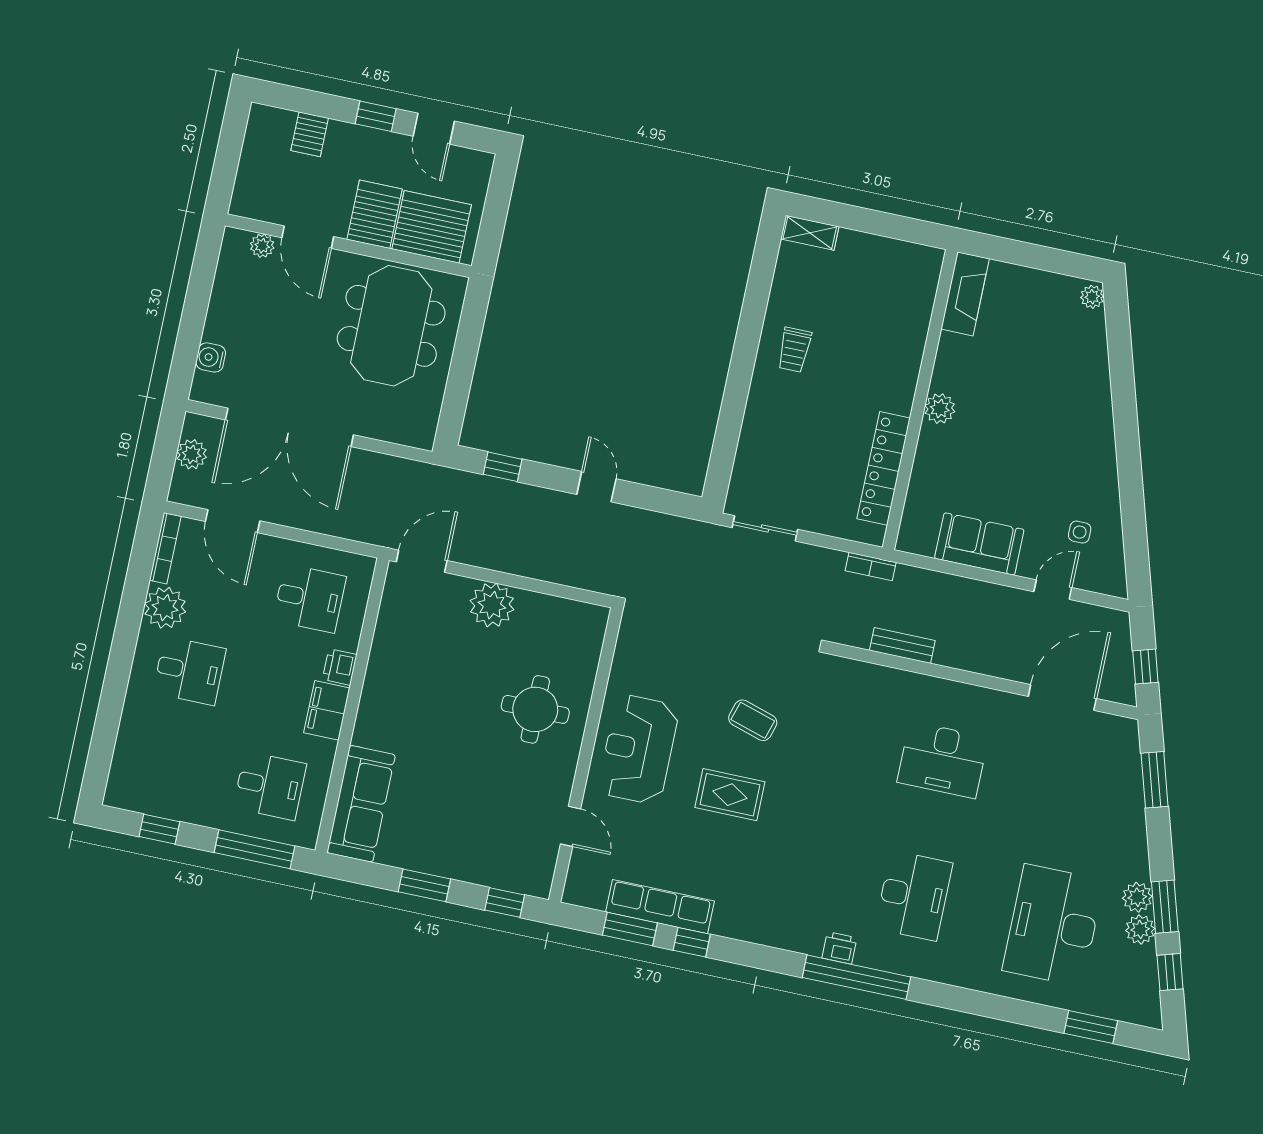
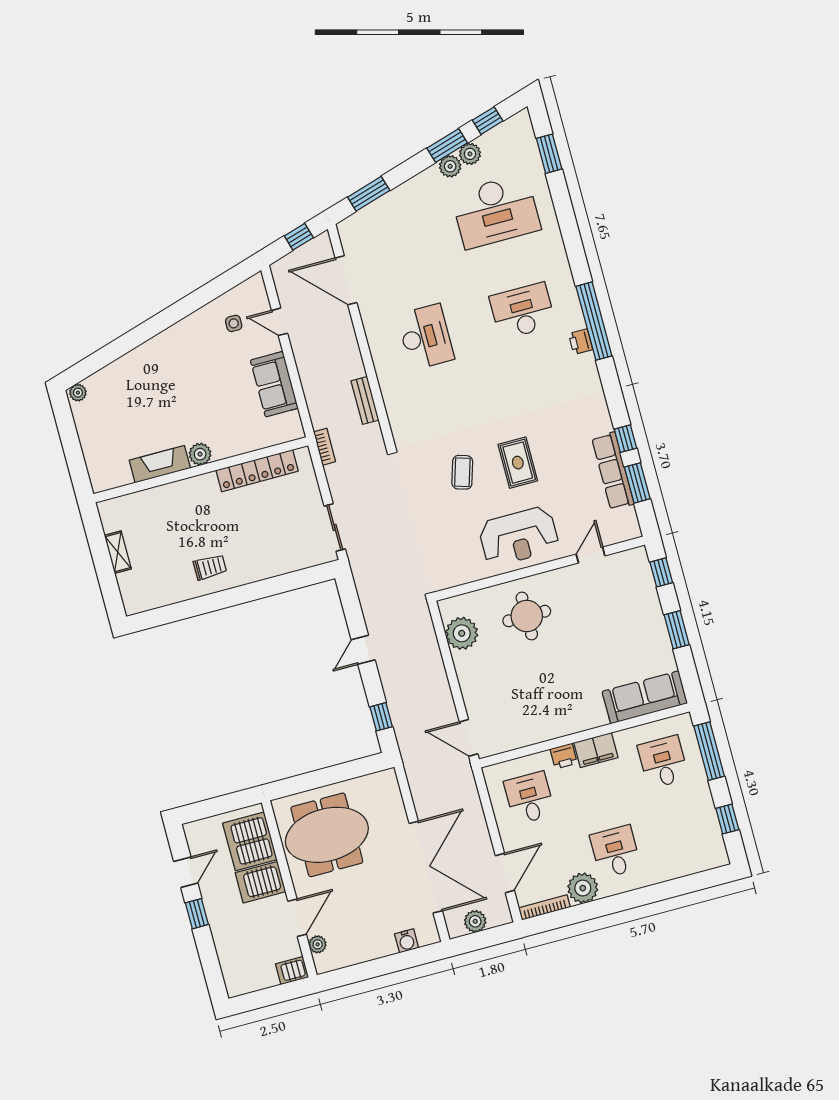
server rack: (310, 134) -> (292, 971), moved, turned 180
shelving: (810, 233) -> (118, 552), moved
fireplace: (965, 294) -> (160, 464), moved
plant: (492, 605) -> (462, 633), moved

